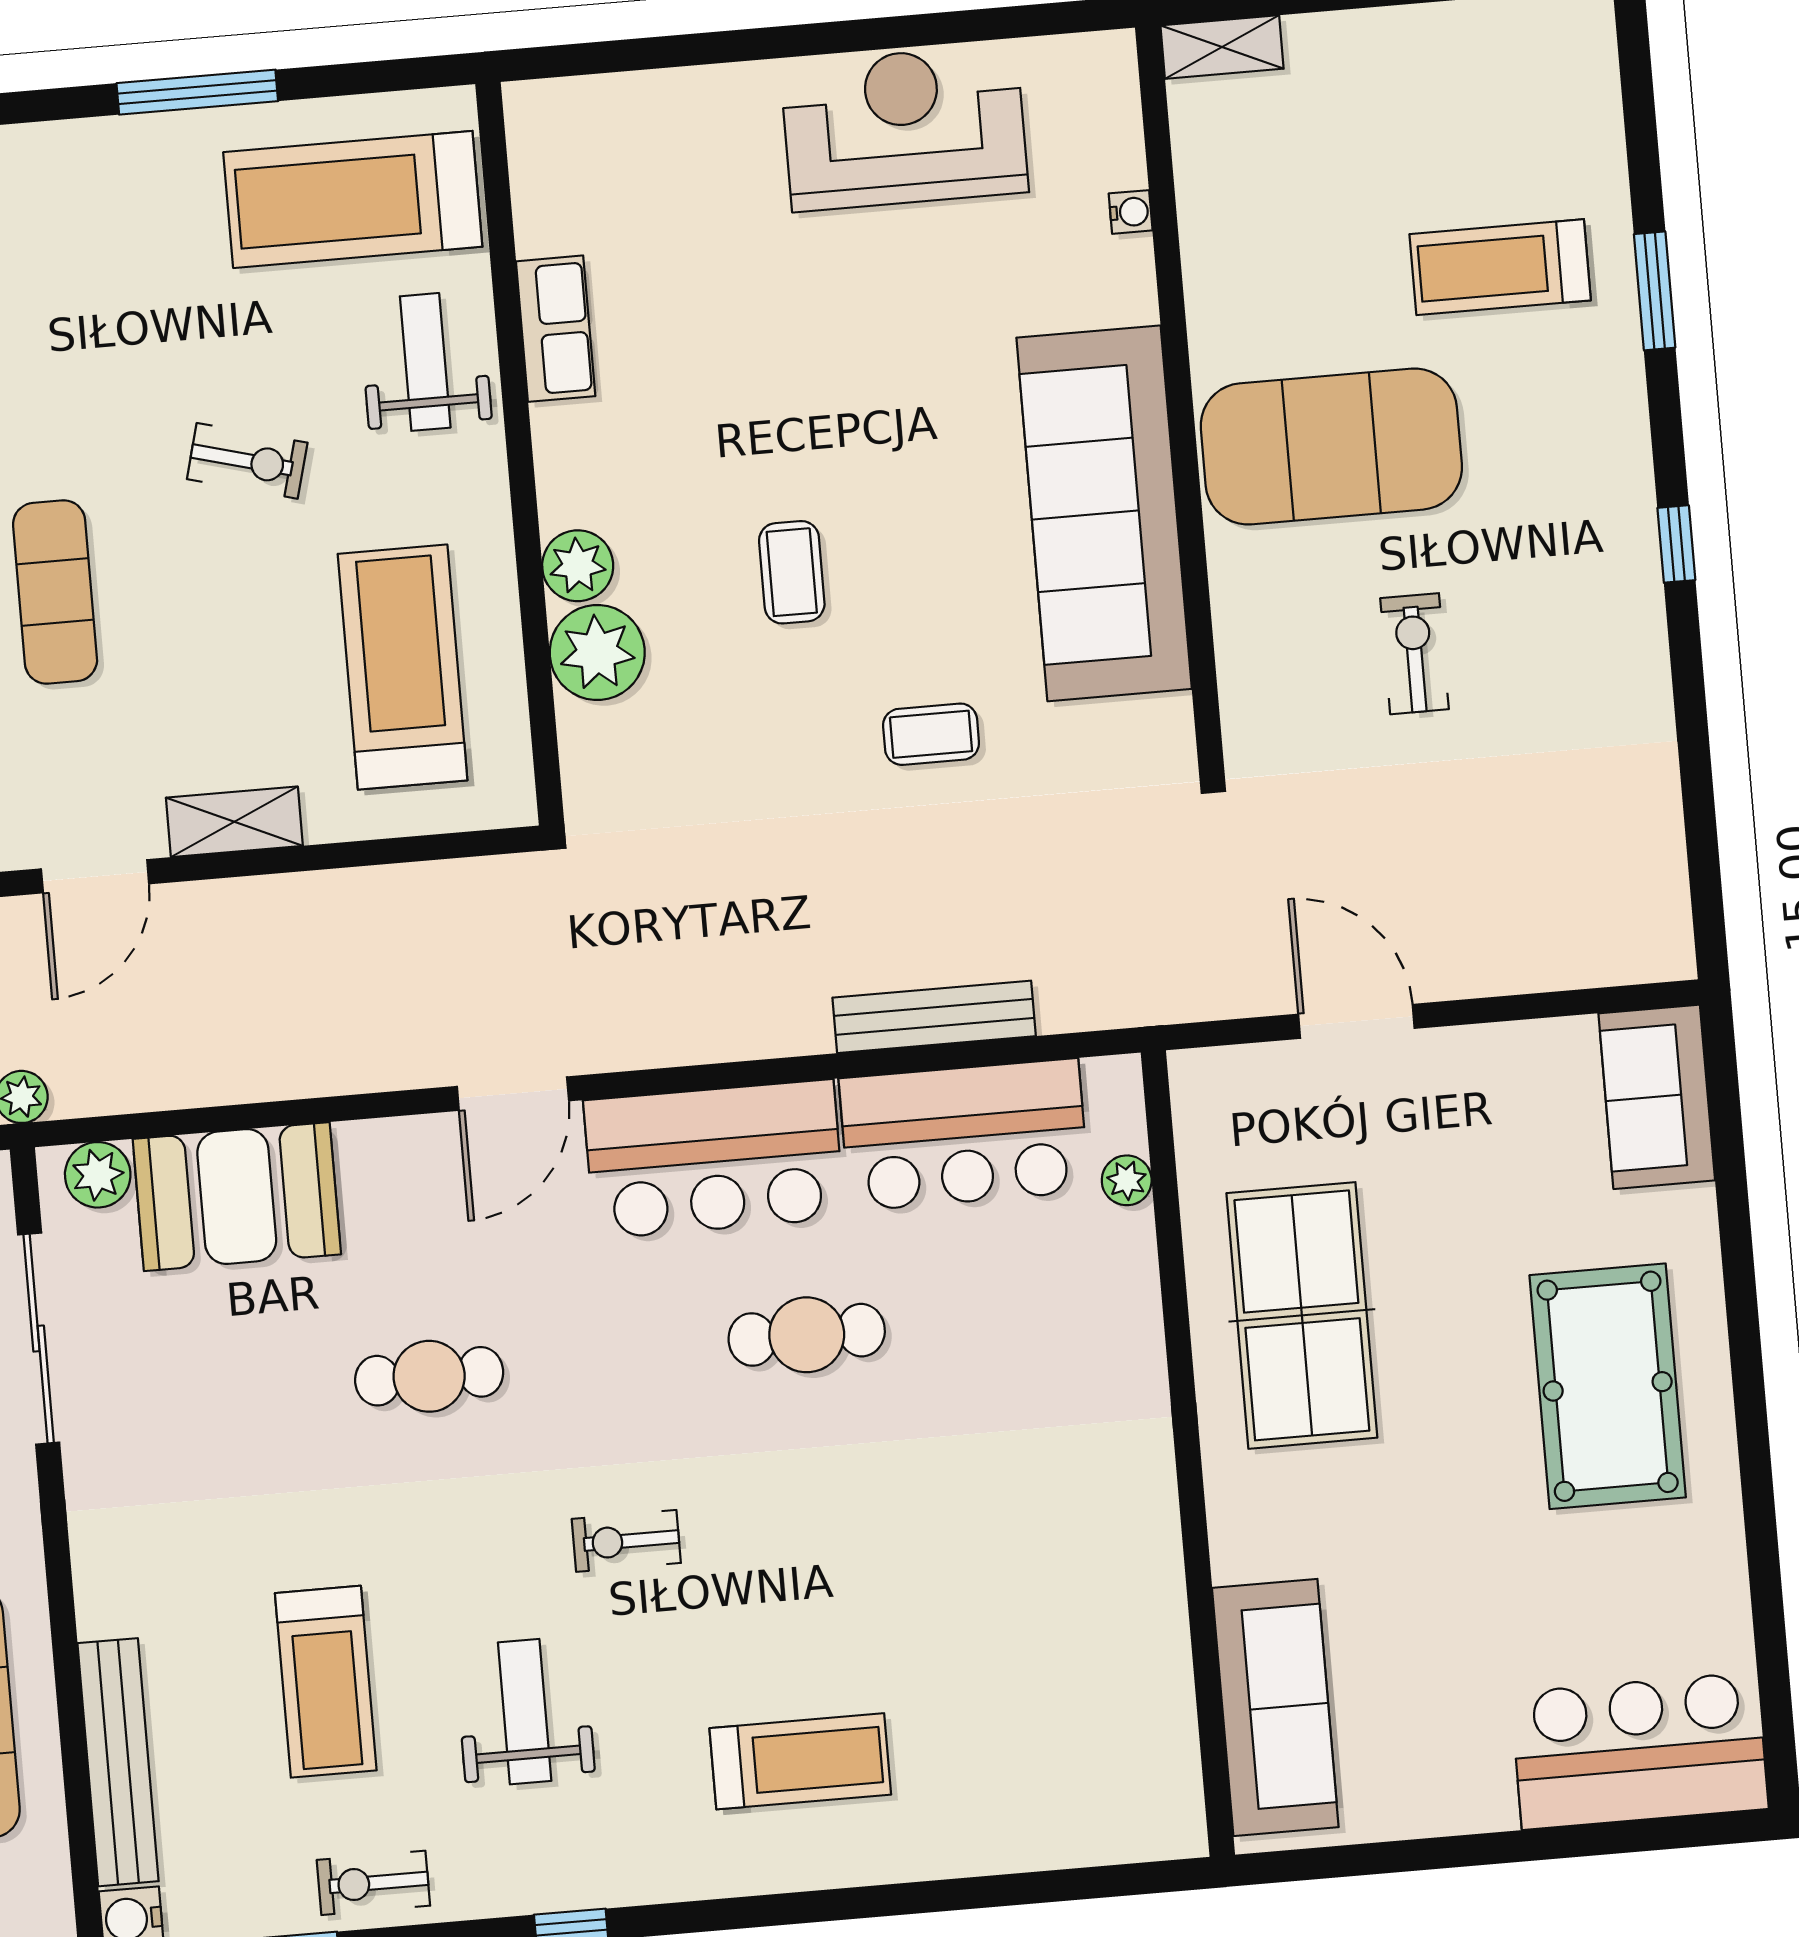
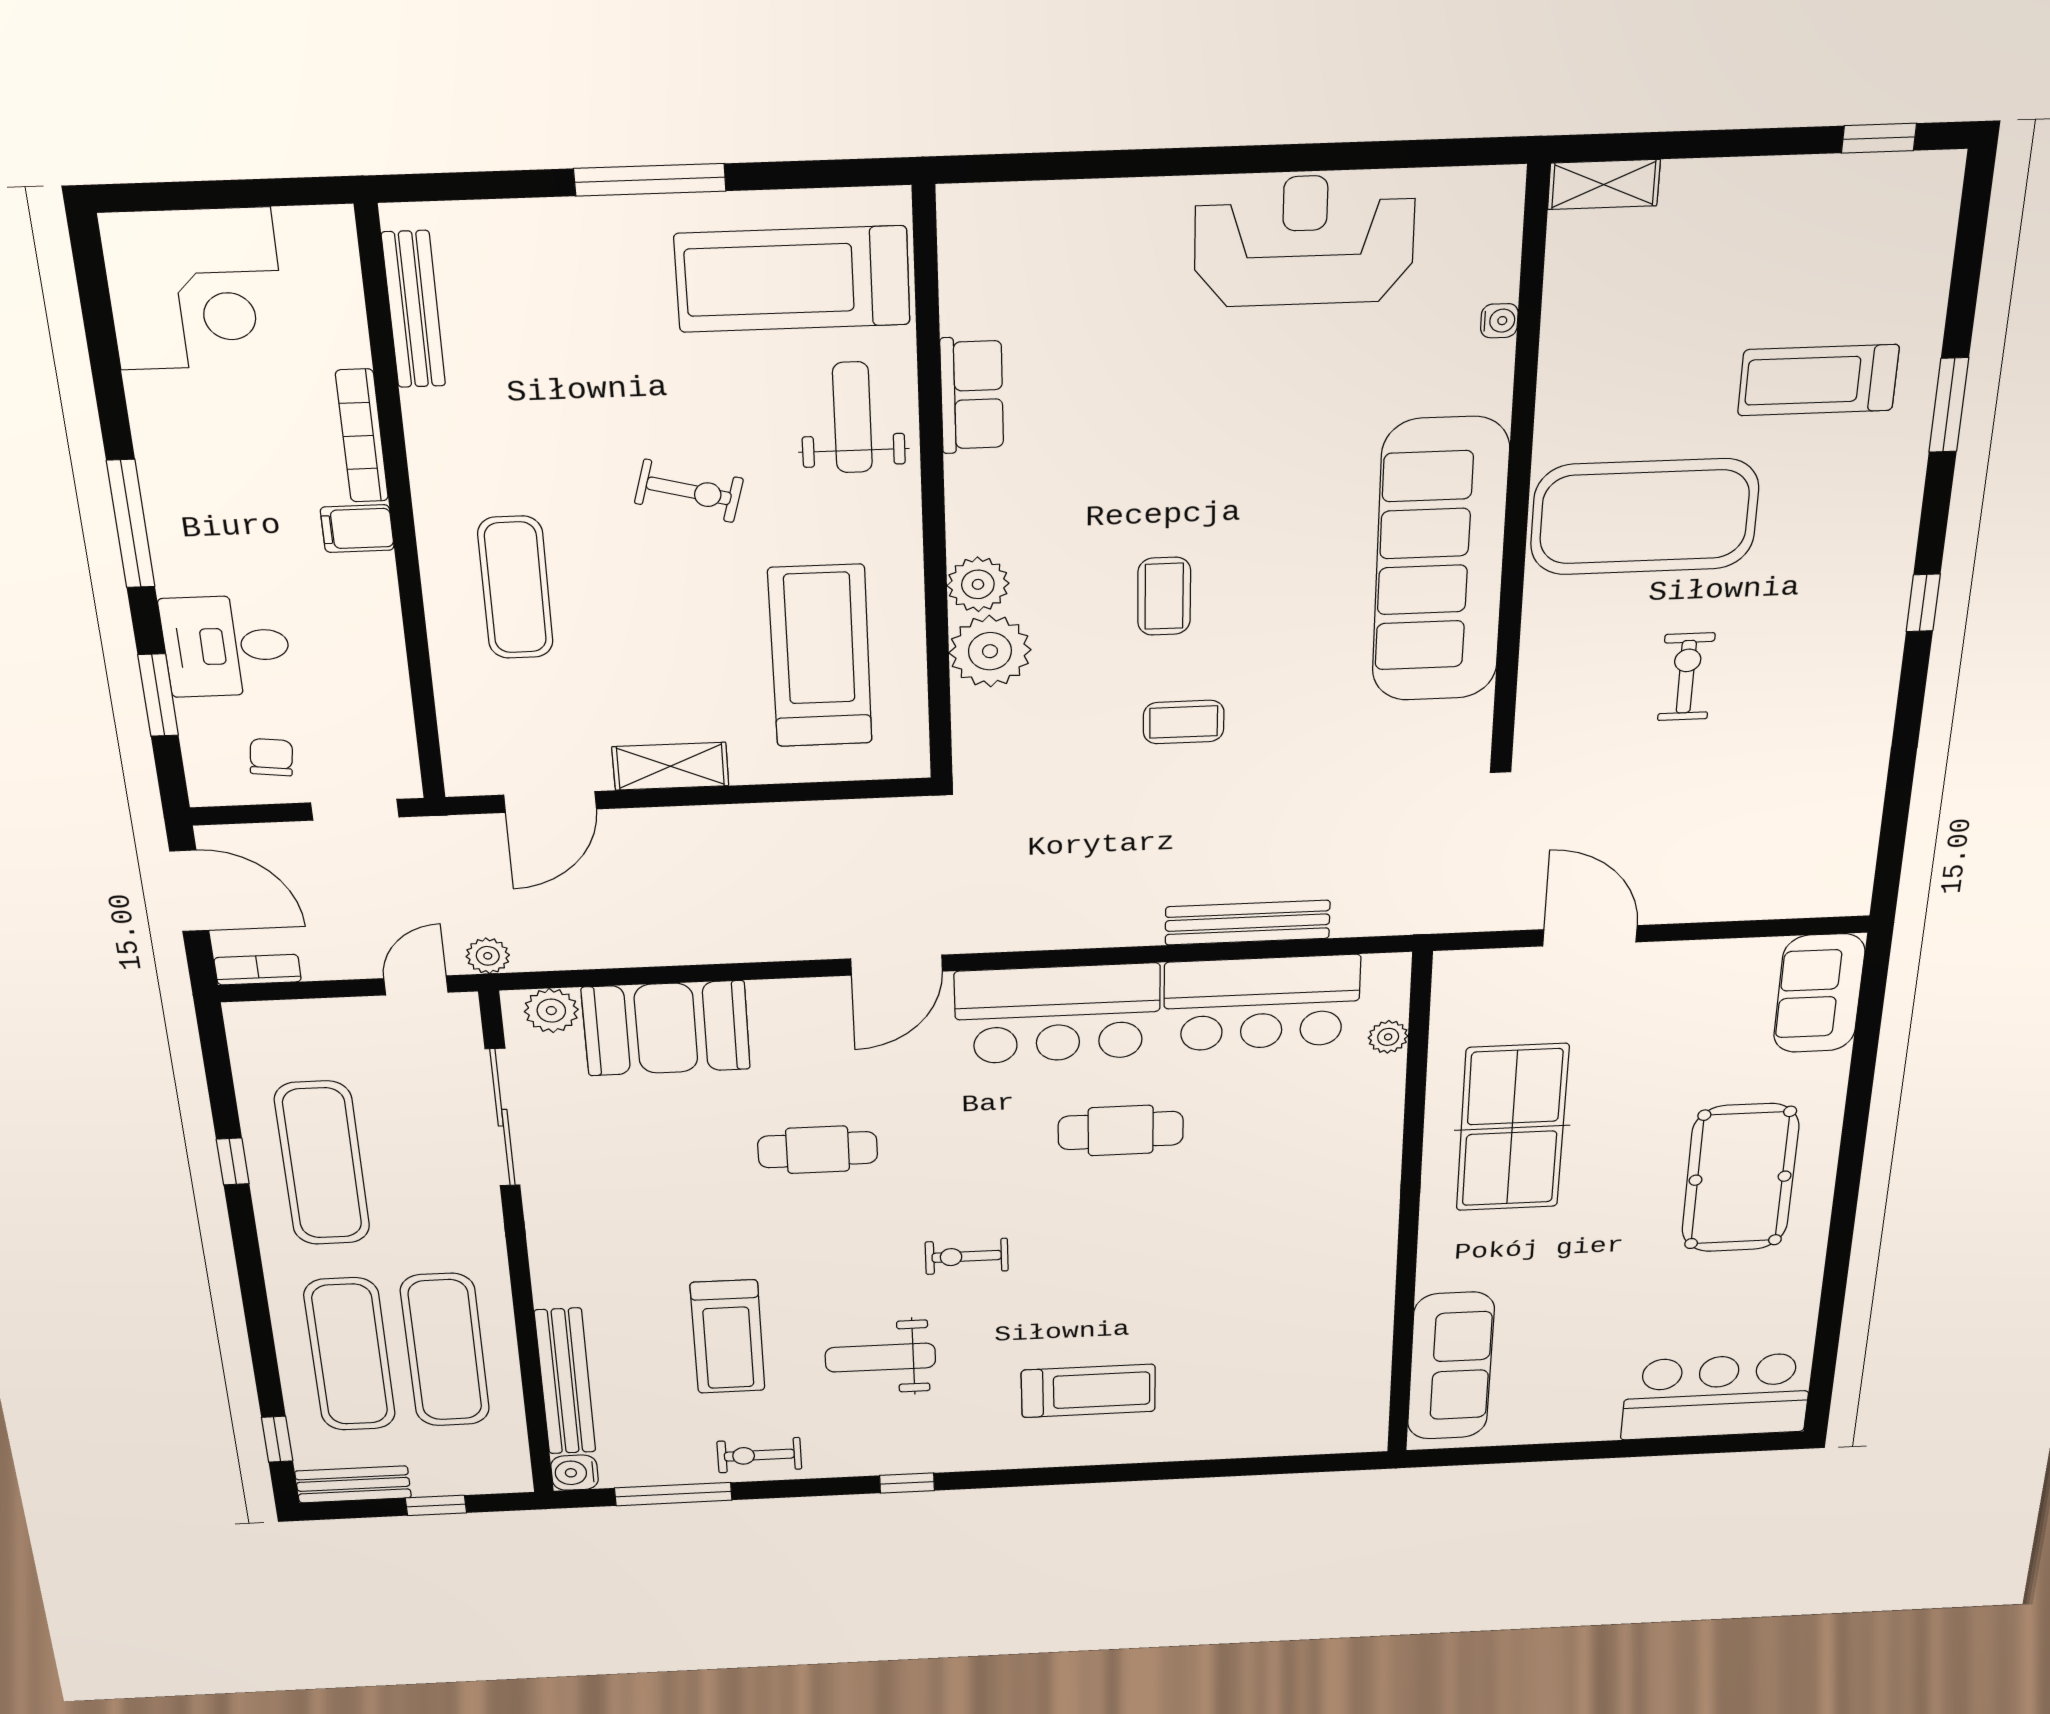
coffee table: (931, 734) -> (1184, 722), moved
weight bench: (525, 1712) -> (880, 1358), turned -90

